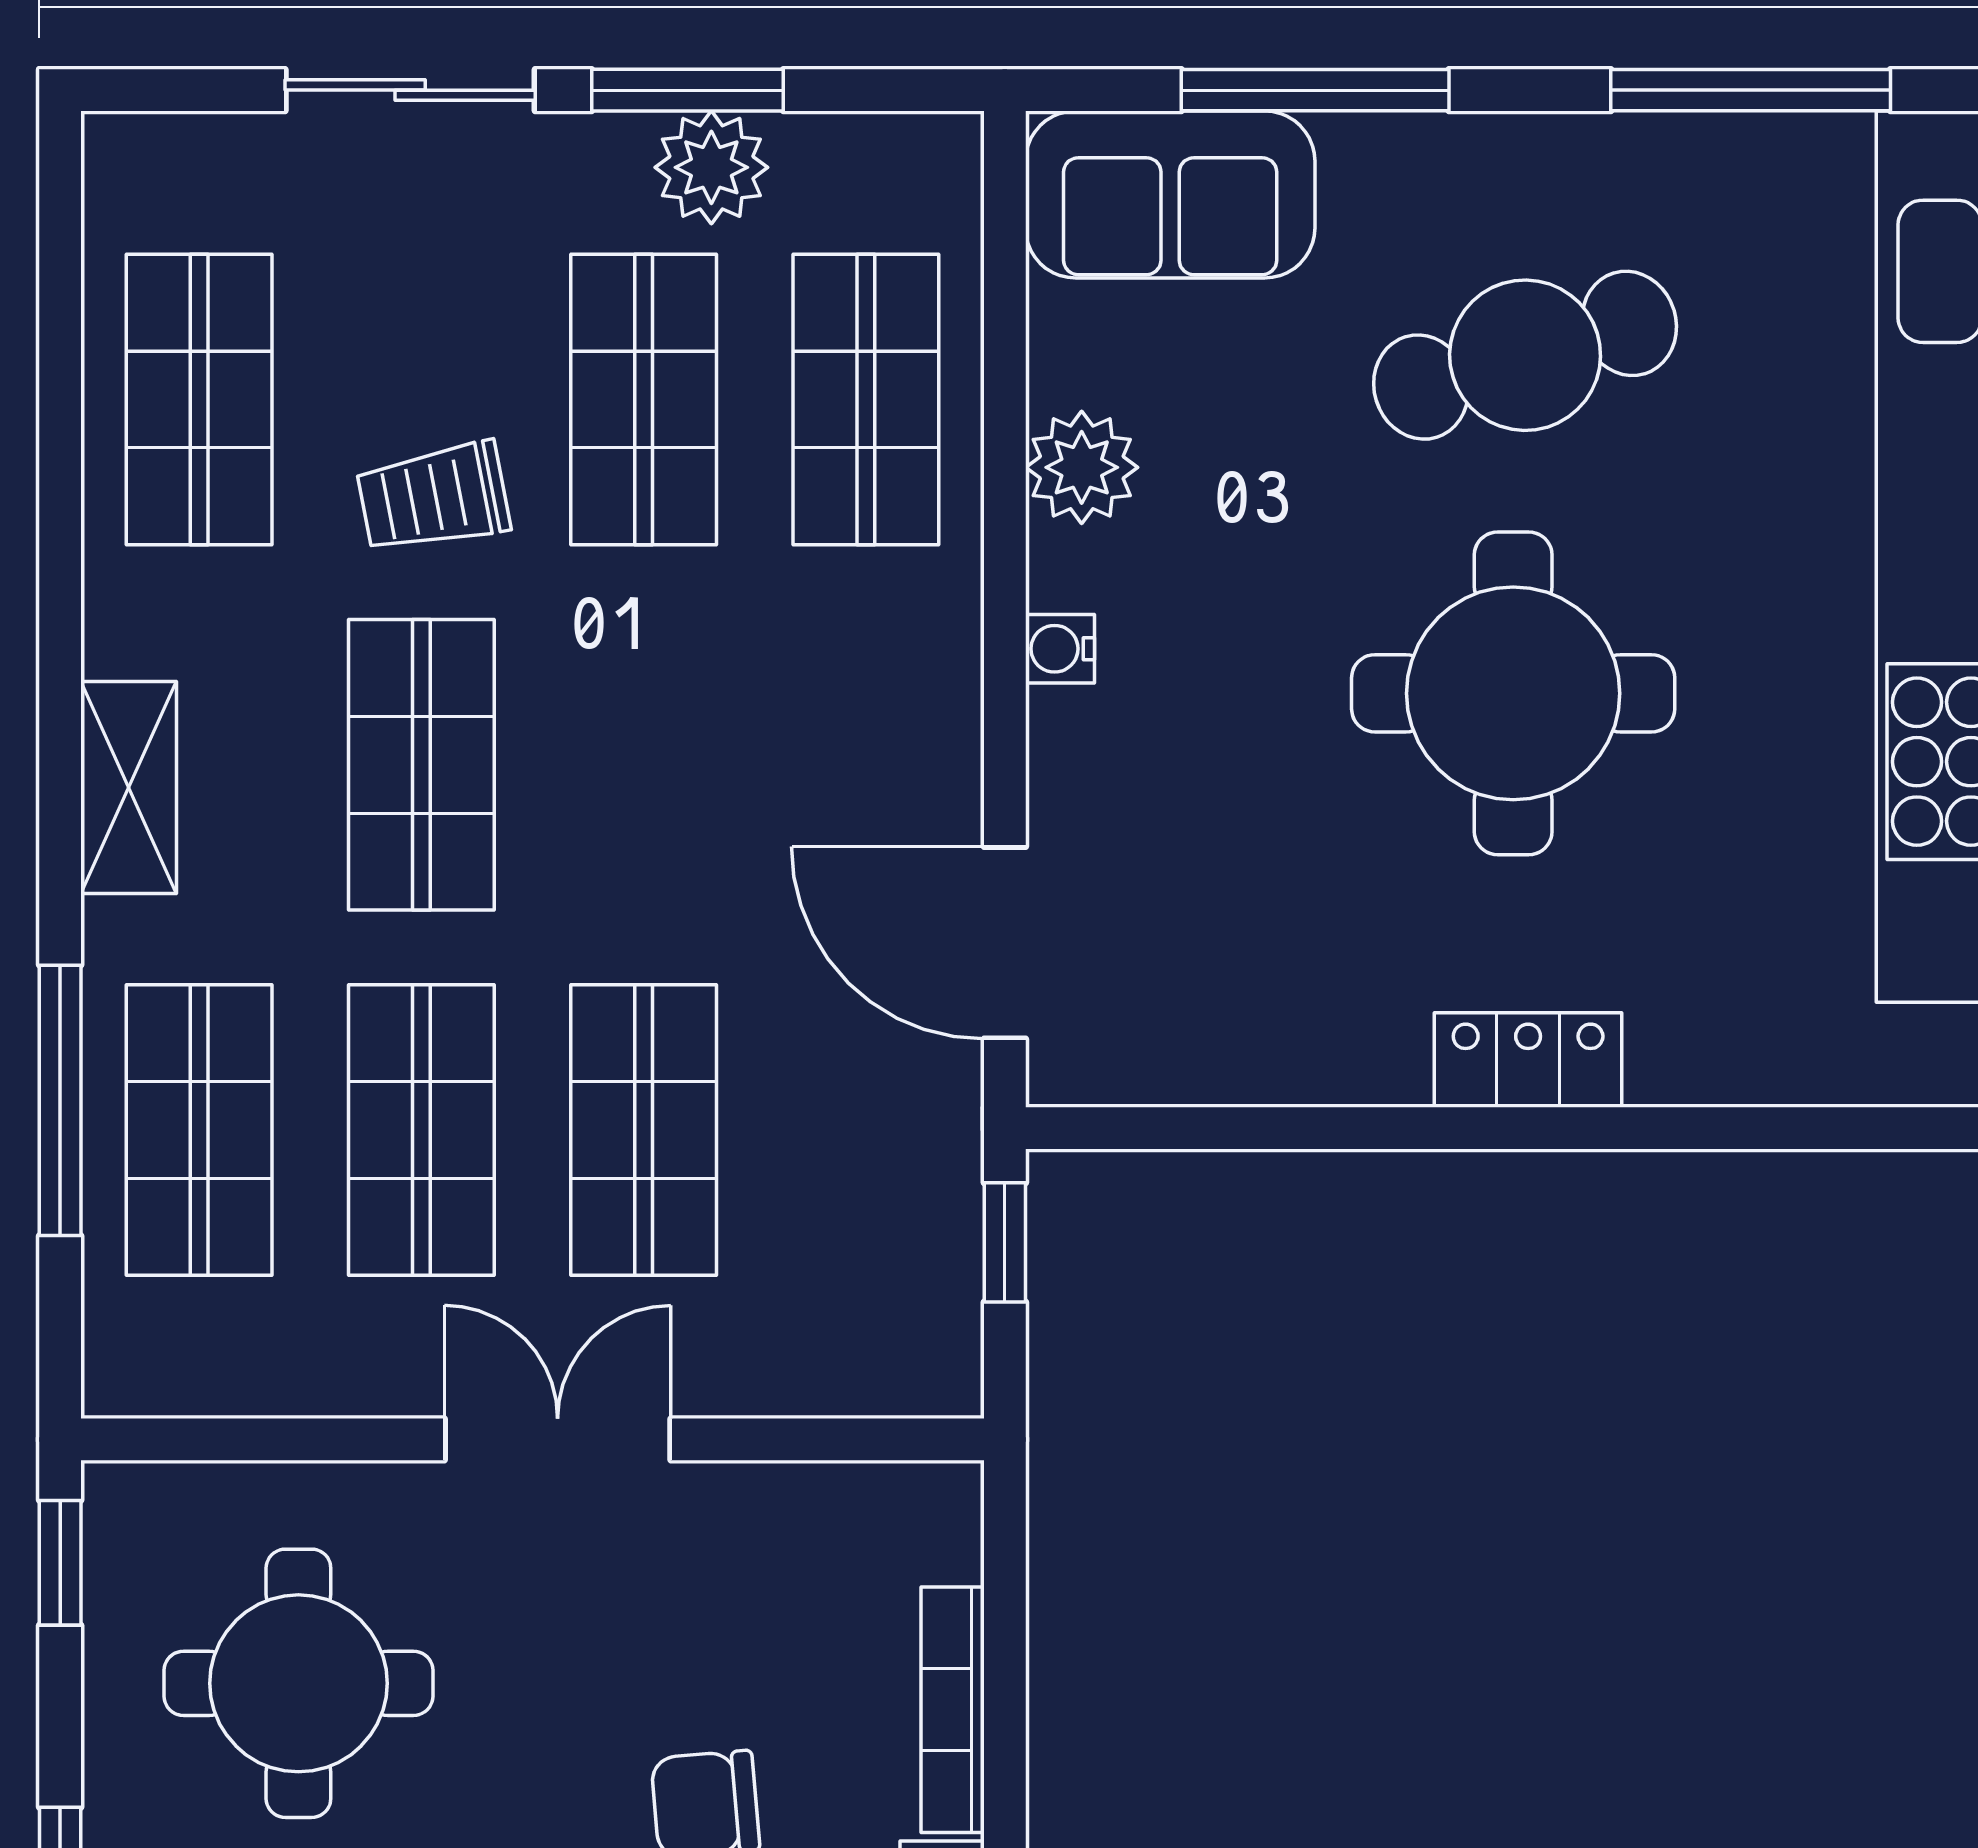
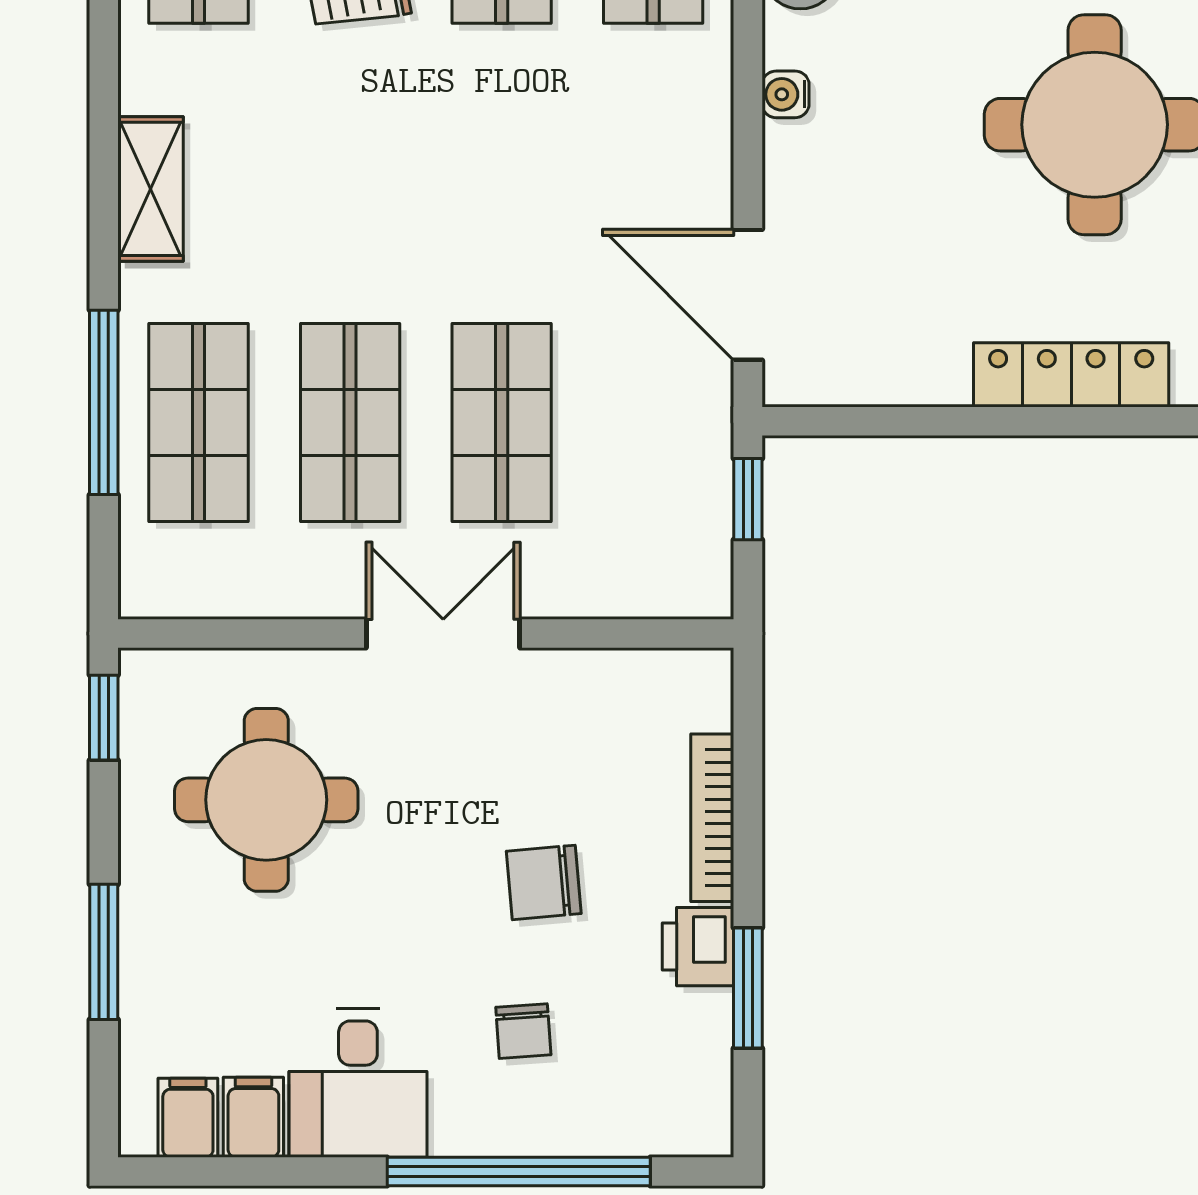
shop shelf: (421, 765) -> (350, 173), removed
locker: (1528, 1060) -> (1071, 375), width x1.53

